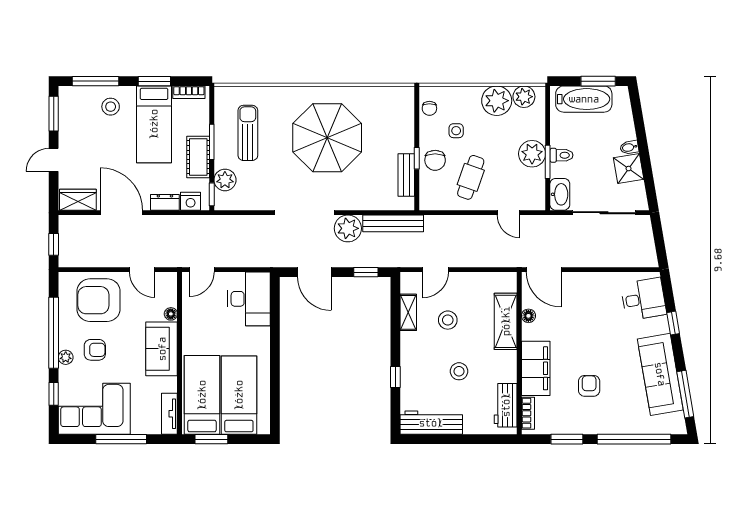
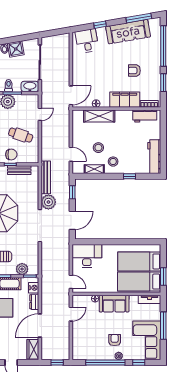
armchair: (99, 300) -> (88, 338), removed
stool: (459, 371) -> (113, 162), moved

